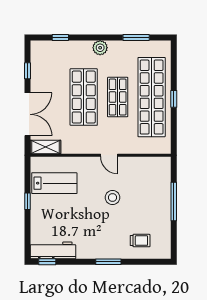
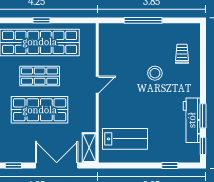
lab bench: (54, 183) -> (125, 139), turned 90
stool: (113, 198) -> (155, 73), moved
window: (28, 201) -> (170, 165), moved
workbench: (53, 250) -> (192, 120), moved
window: (108, 262) -> (203, 116), moved

